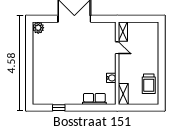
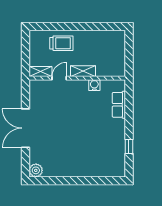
trolley: (149, 84) -> (61, 43), moved
shelving: (123, 94) -> (83, 71), moved

